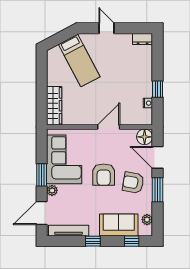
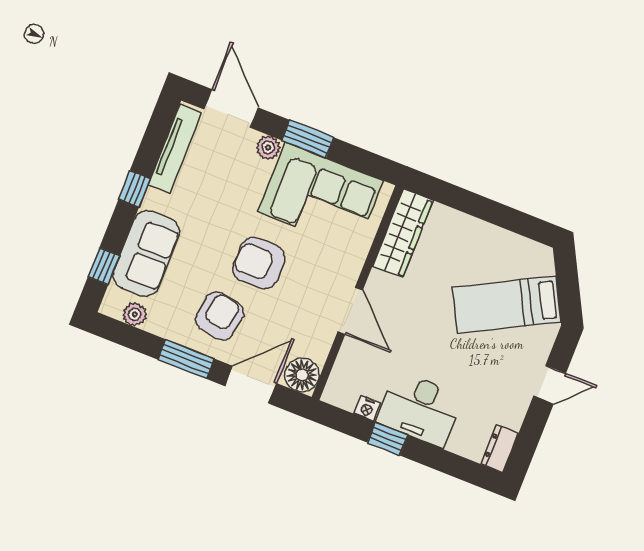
desk: (139, 80) -> (420, 409), added
wardrobe: (54, 106) -> (403, 233), moved, turned -90

